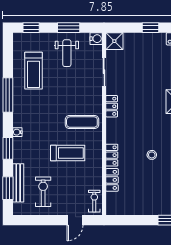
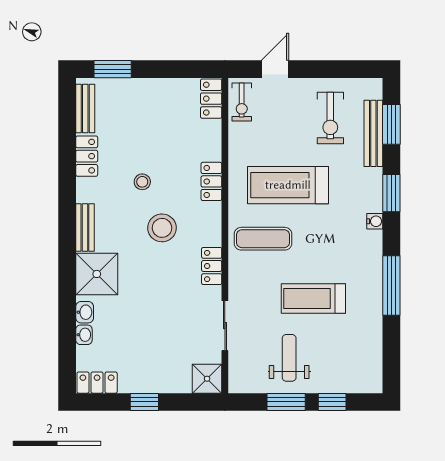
window: (31, 28) -> (332, 402), moved
water cooler: (96, 39) -> (238, 383), removed
treadmill: (33, 71) -> (313, 299), moved, turned -90
stool: (140, 128) -> (162, 228), added
treadmill: (68, 153) -> (288, 185), width x1.37, depth x1.38
locker: (112, 180) -> (211, 99), moved

